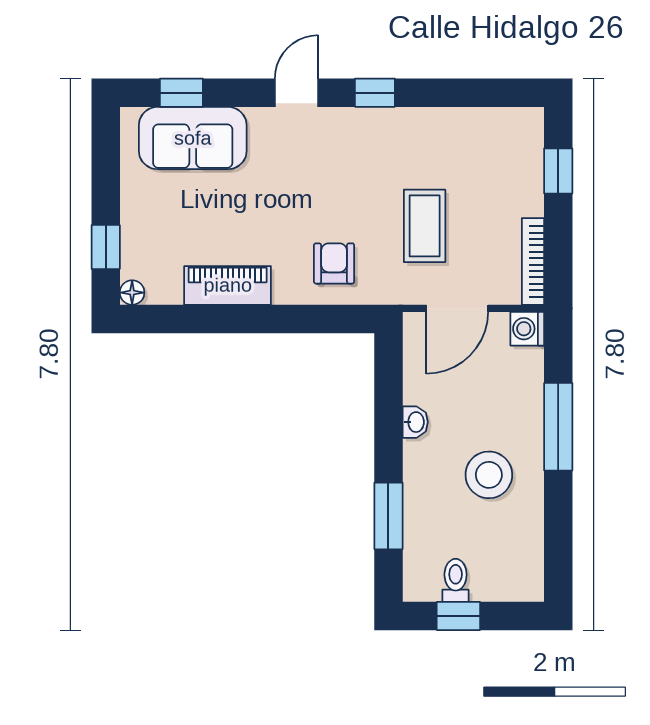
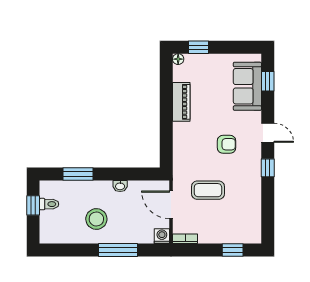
bookcase: (533, 261) -> (185, 239), width x0.64
armchair: (334, 263) -> (226, 144), moved

